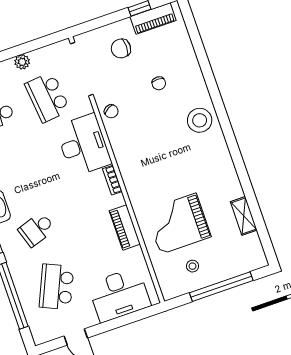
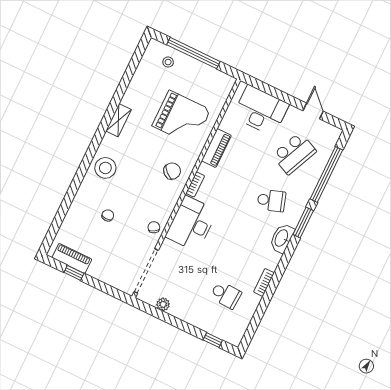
chair: (121, 48) -> (172, 171), moved, turned -49
plant: (22, 62) -> (163, 304), moved
school desk: (47, 97) -> (184, 275), removed
shelving: (244, 216) -> (119, 120), moved
stool: (193, 266) -> (168, 62), moved

